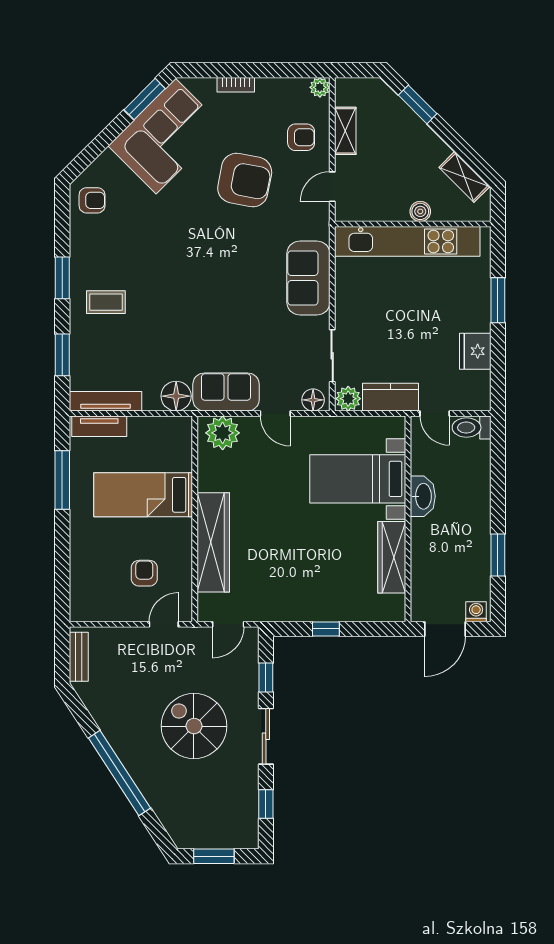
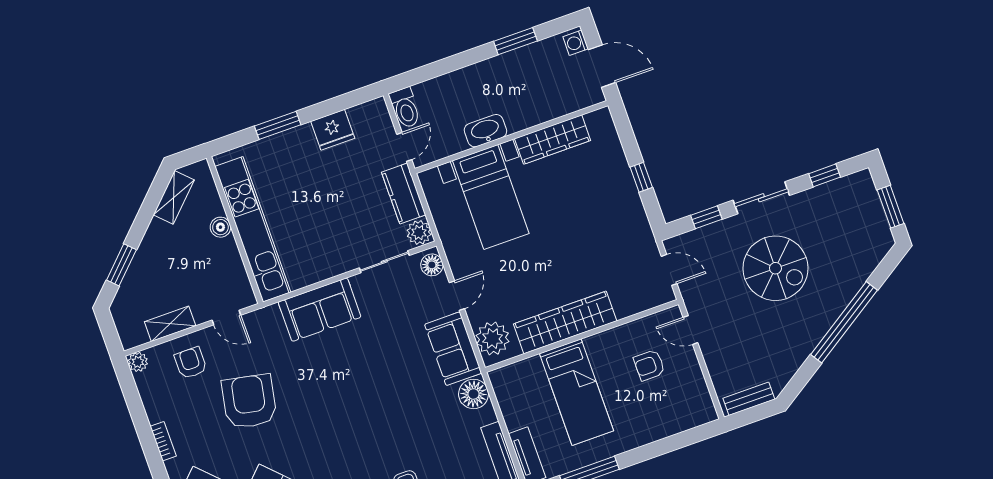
wardrobe: (213, 542) -> (565, 322), moved
spiral stairs: (194, 726) -> (775, 268), turned -90

